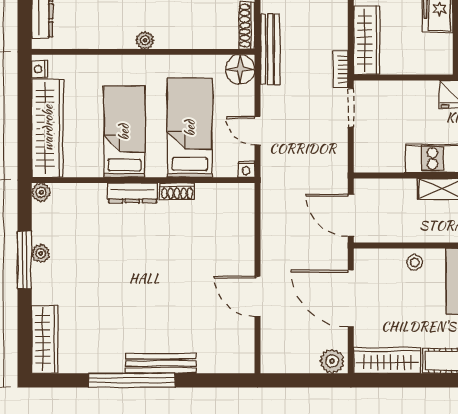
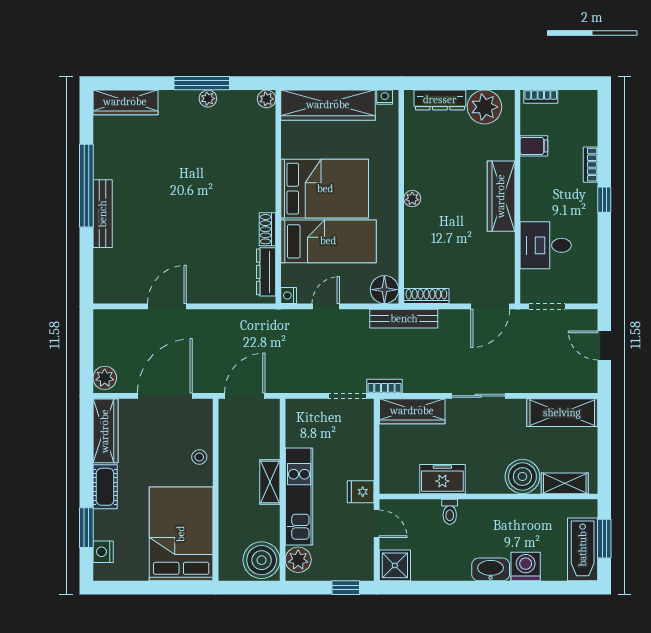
bed: (124, 132) -> (325, 189), width x1.50
dresser: (133, 193) -> (266, 272), moved

